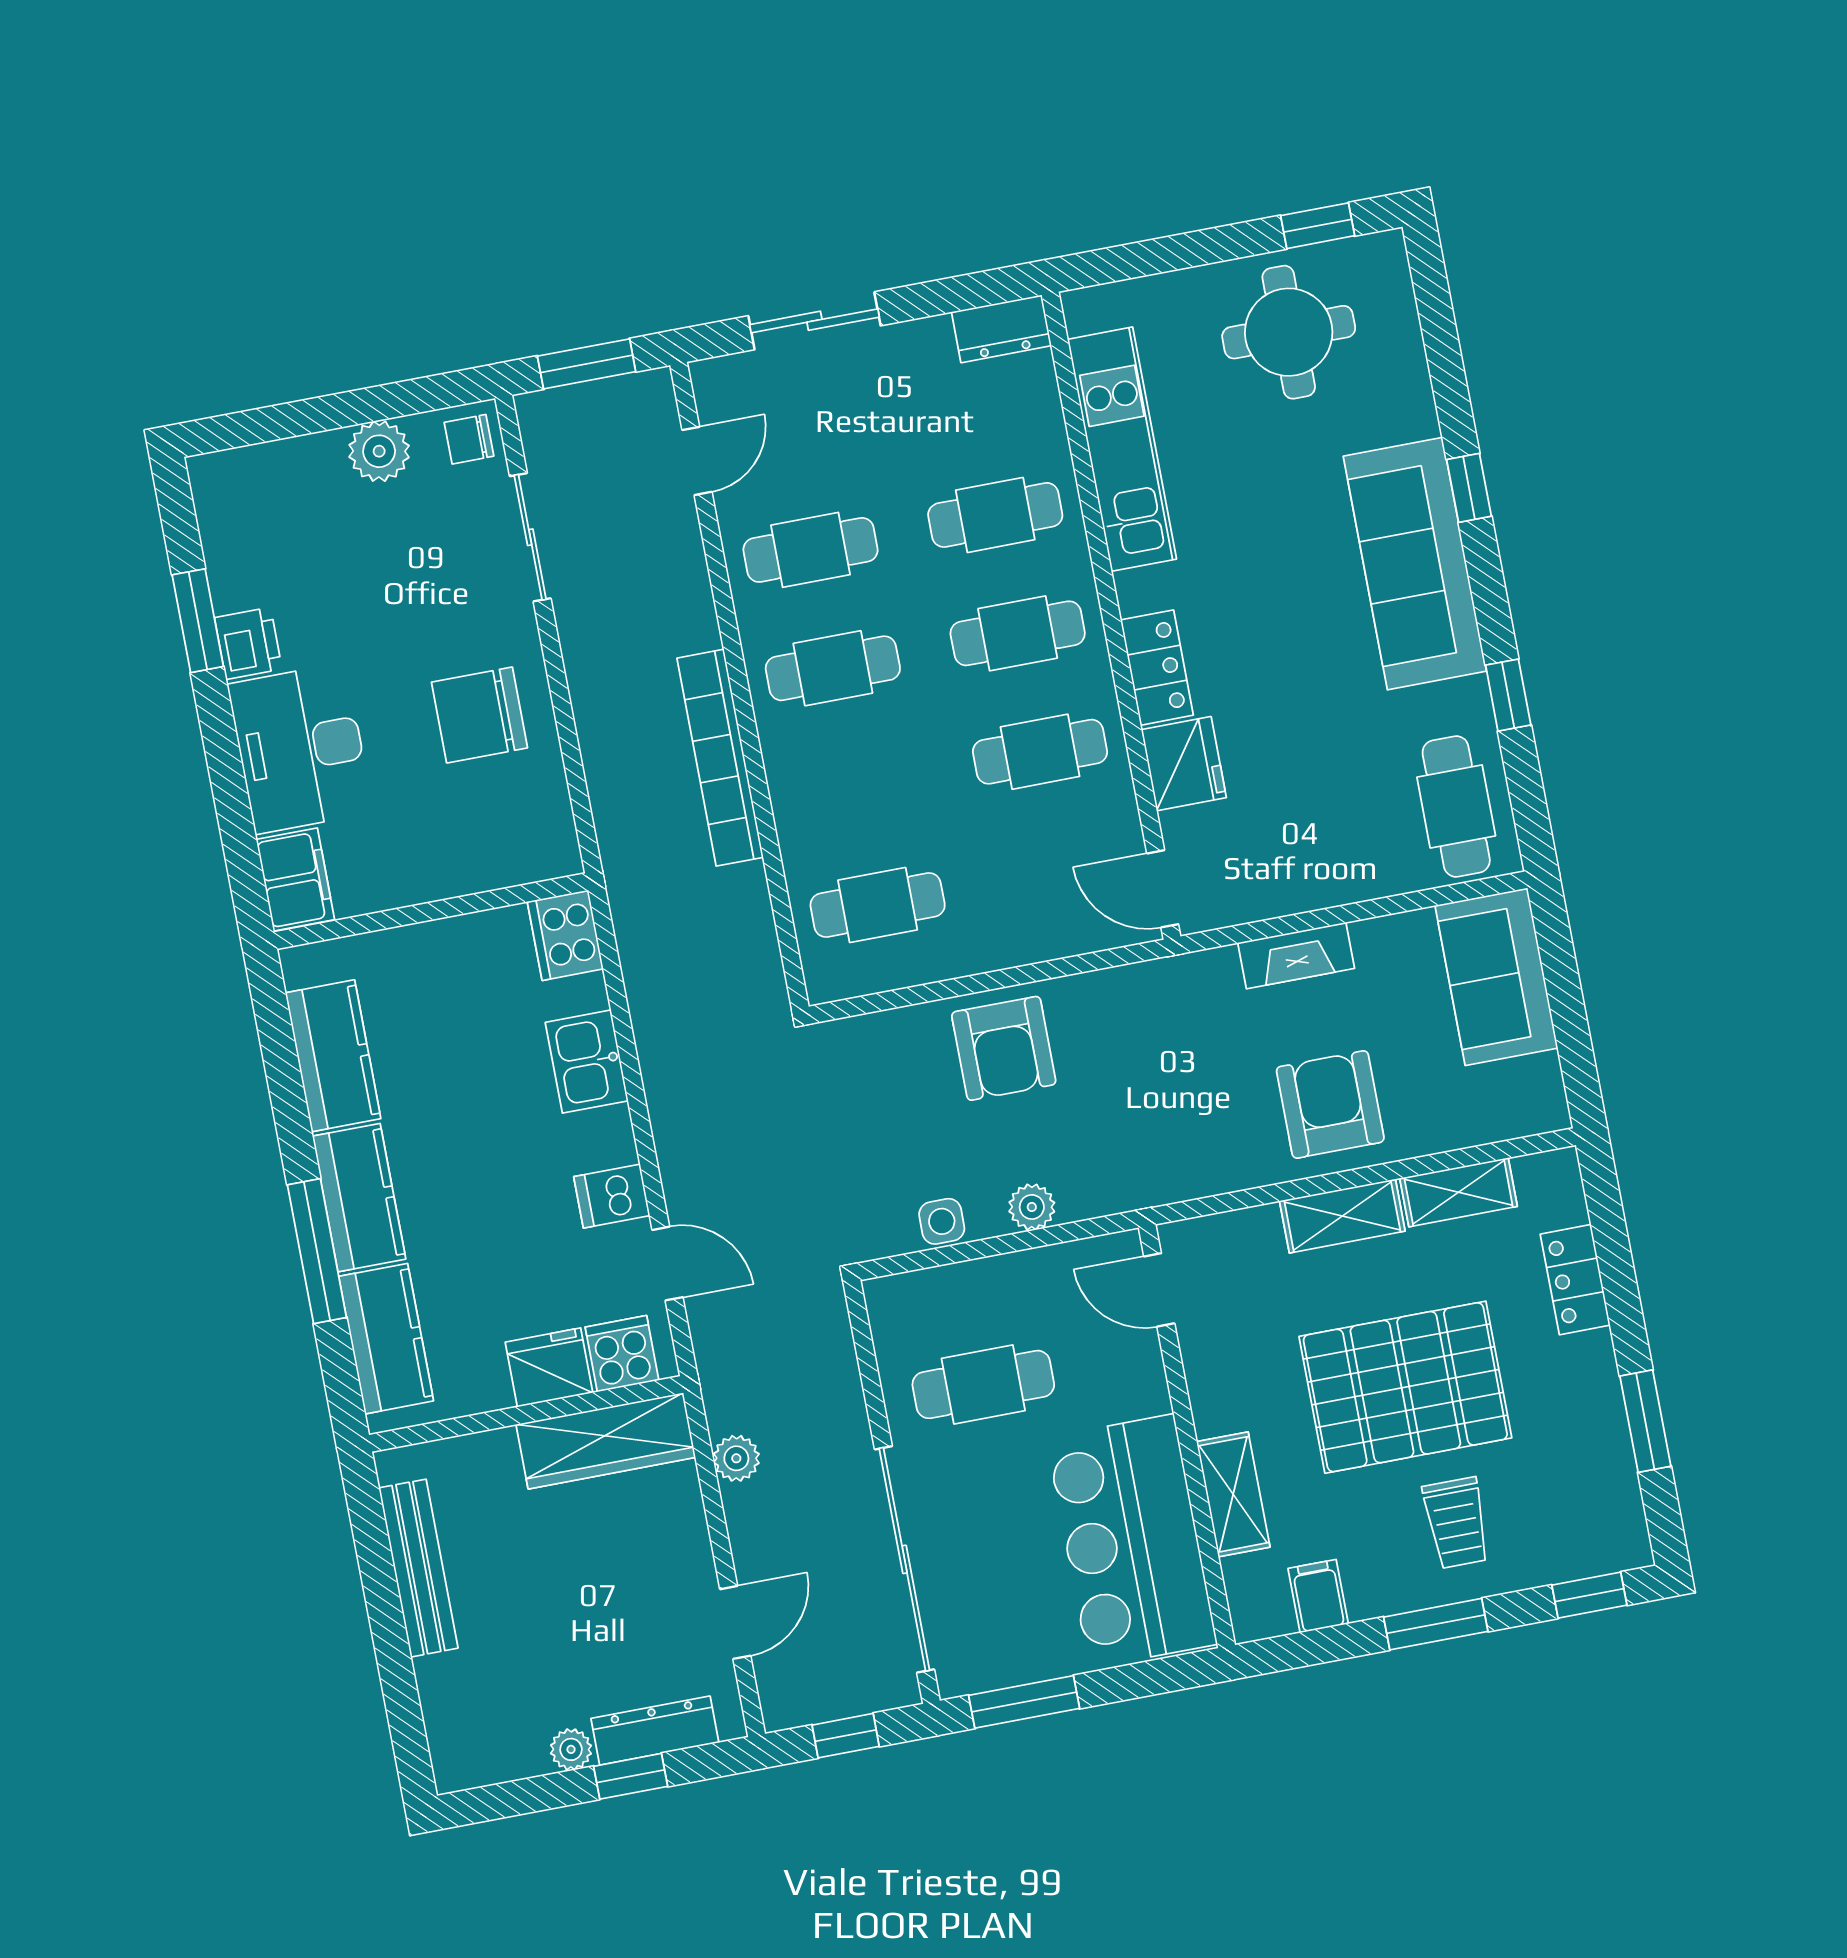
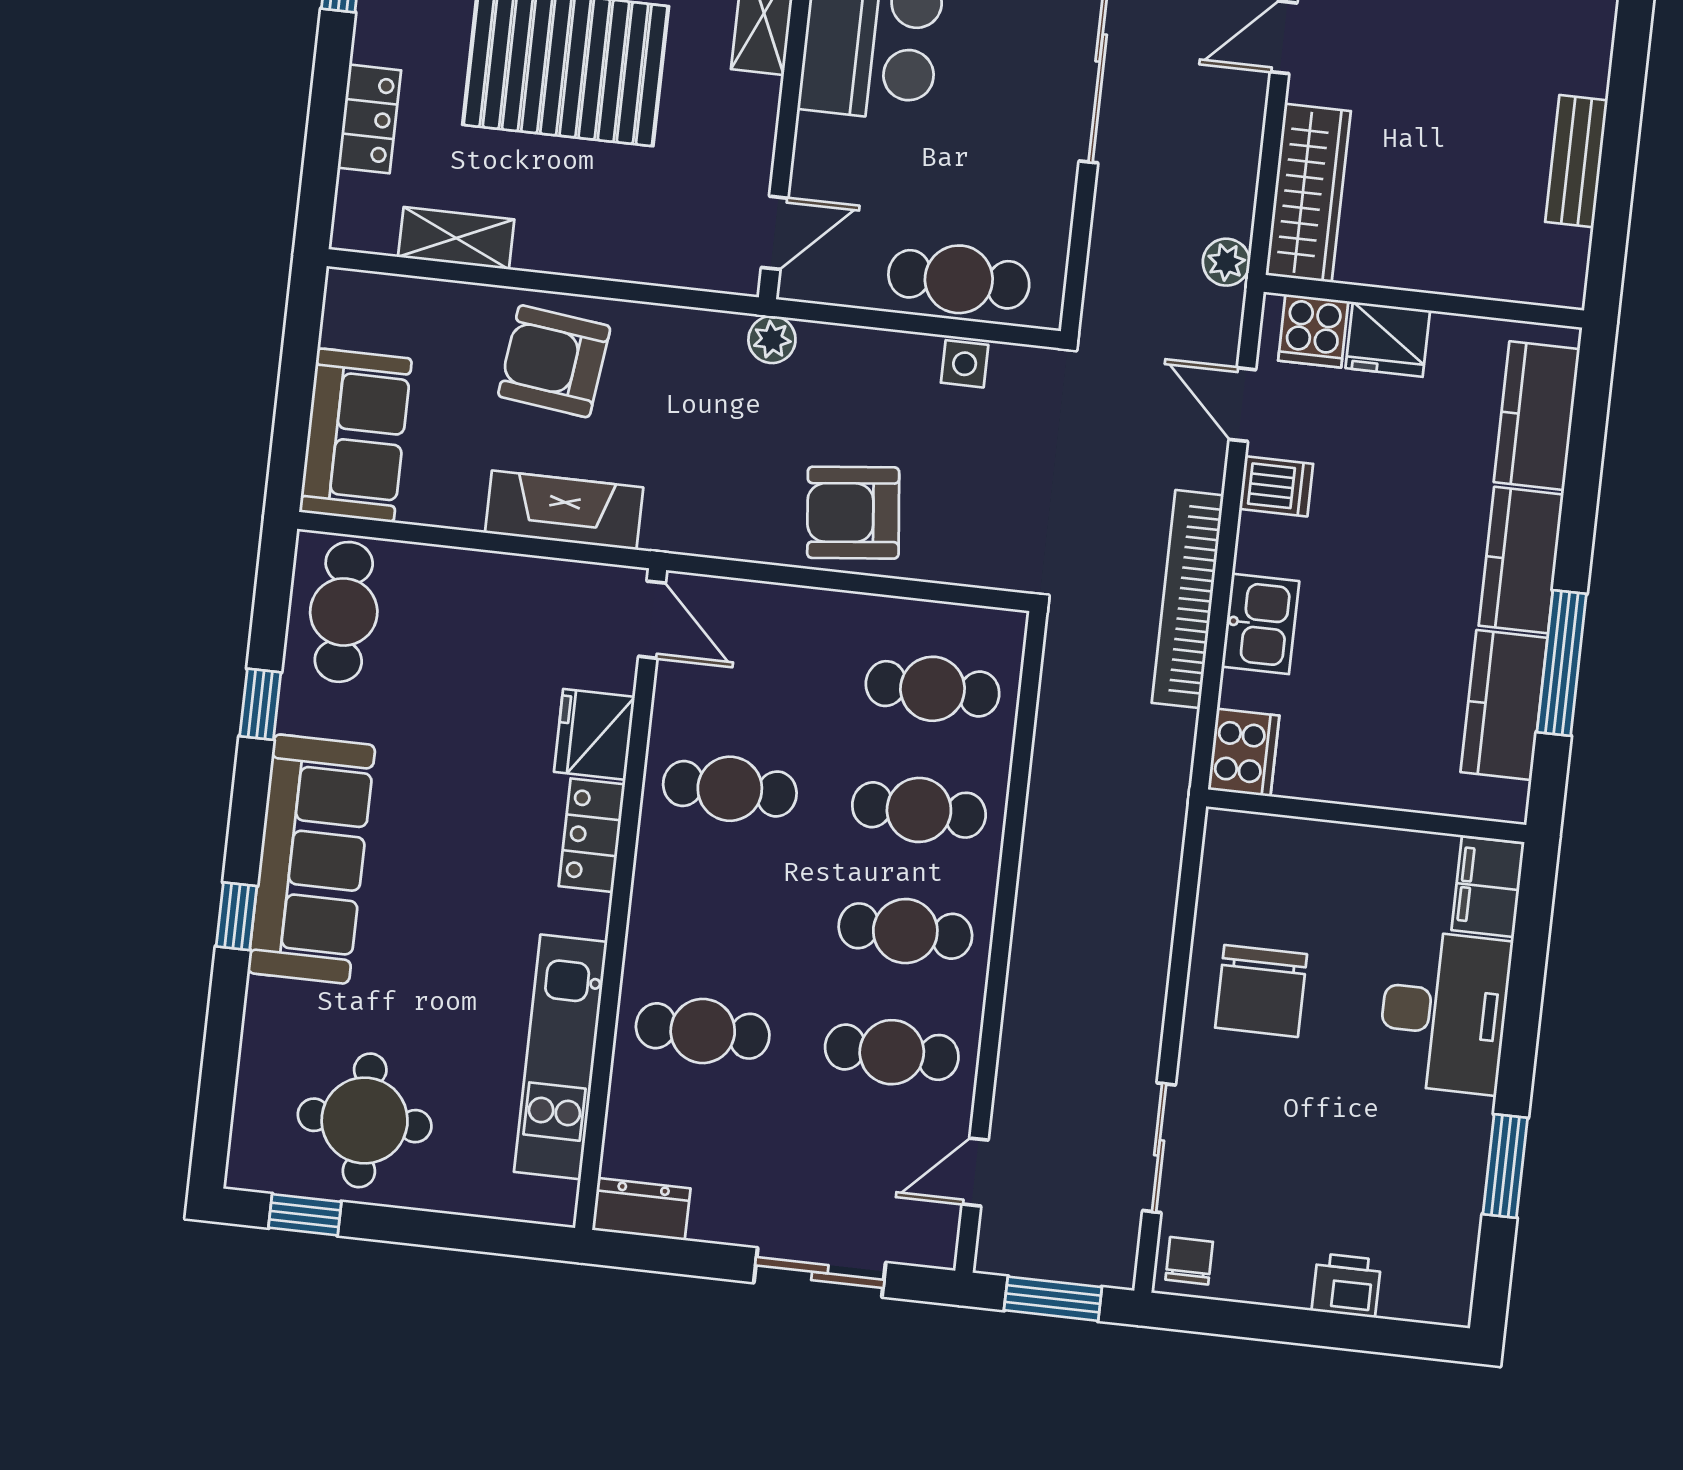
chair: (469, 439) -> (1189, 1261), turned -90
plant: (379, 451) -> (1280, 1276), removed
cafe table: (1018, 633) -> (919, 810), moved
printer: (248, 643) -> (1346, 1285), moved, turned 90
chair: (479, 715) -> (1261, 991), turned 90
bookcase: (720, 758) -> (1188, 599), moved, turned 180
fireplace: (1296, 956) -> (564, 510), width x1.37, depth x1.32
armchair: (1004, 1048) -> (853, 513), turned -96
armchair: (1330, 1104) -> (554, 361), turned 97
plant: (1032, 1207) -> (772, 340), moved
shelving: (1342, 1216) -> (576, 250), removed
window: (317, 1251) -> (1562, 663), moved
door: (1159, 1290) -> (775, 233), hinge flipped
cafe table: (983, 1384) -> (959, 279), moved
wardrobe: (606, 1441) -> (1308, 193), moved, turned 90
plant: (736, 1458) -> (1226, 262), moved
bench: (418, 1568) -> (1576, 161), width x0.73

